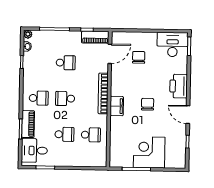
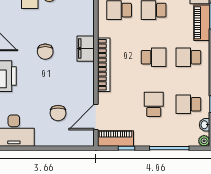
school desk: (39, 62) -> (188, 104), added
school desk: (66, 63) -> (154, 104), turned 90

